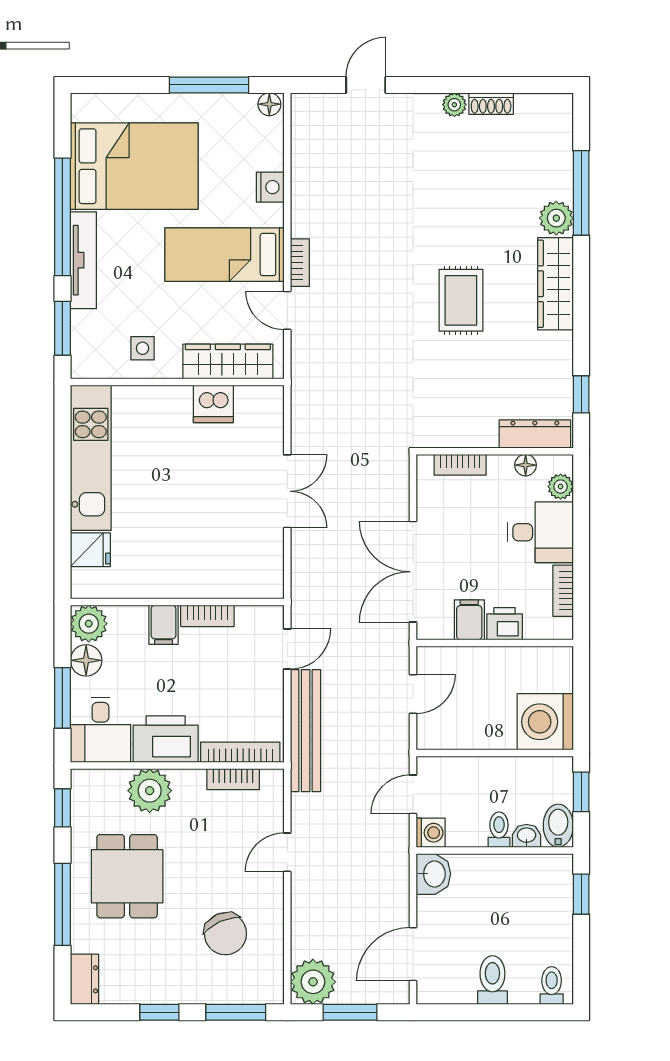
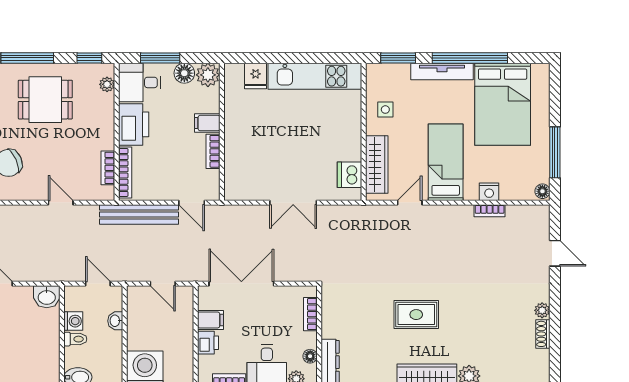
bookcase: (300, 263) -> (490, 211), moved
dishwasher: (213, 404) -> (349, 175), moved
plant: (150, 791) -> (107, 84), moved, width x0.53, depth x0.53
washing machine: (431, 833) -> (73, 321), moved, turned -90
washbasin: (527, 836) -> (115, 321), moved, turned 180

